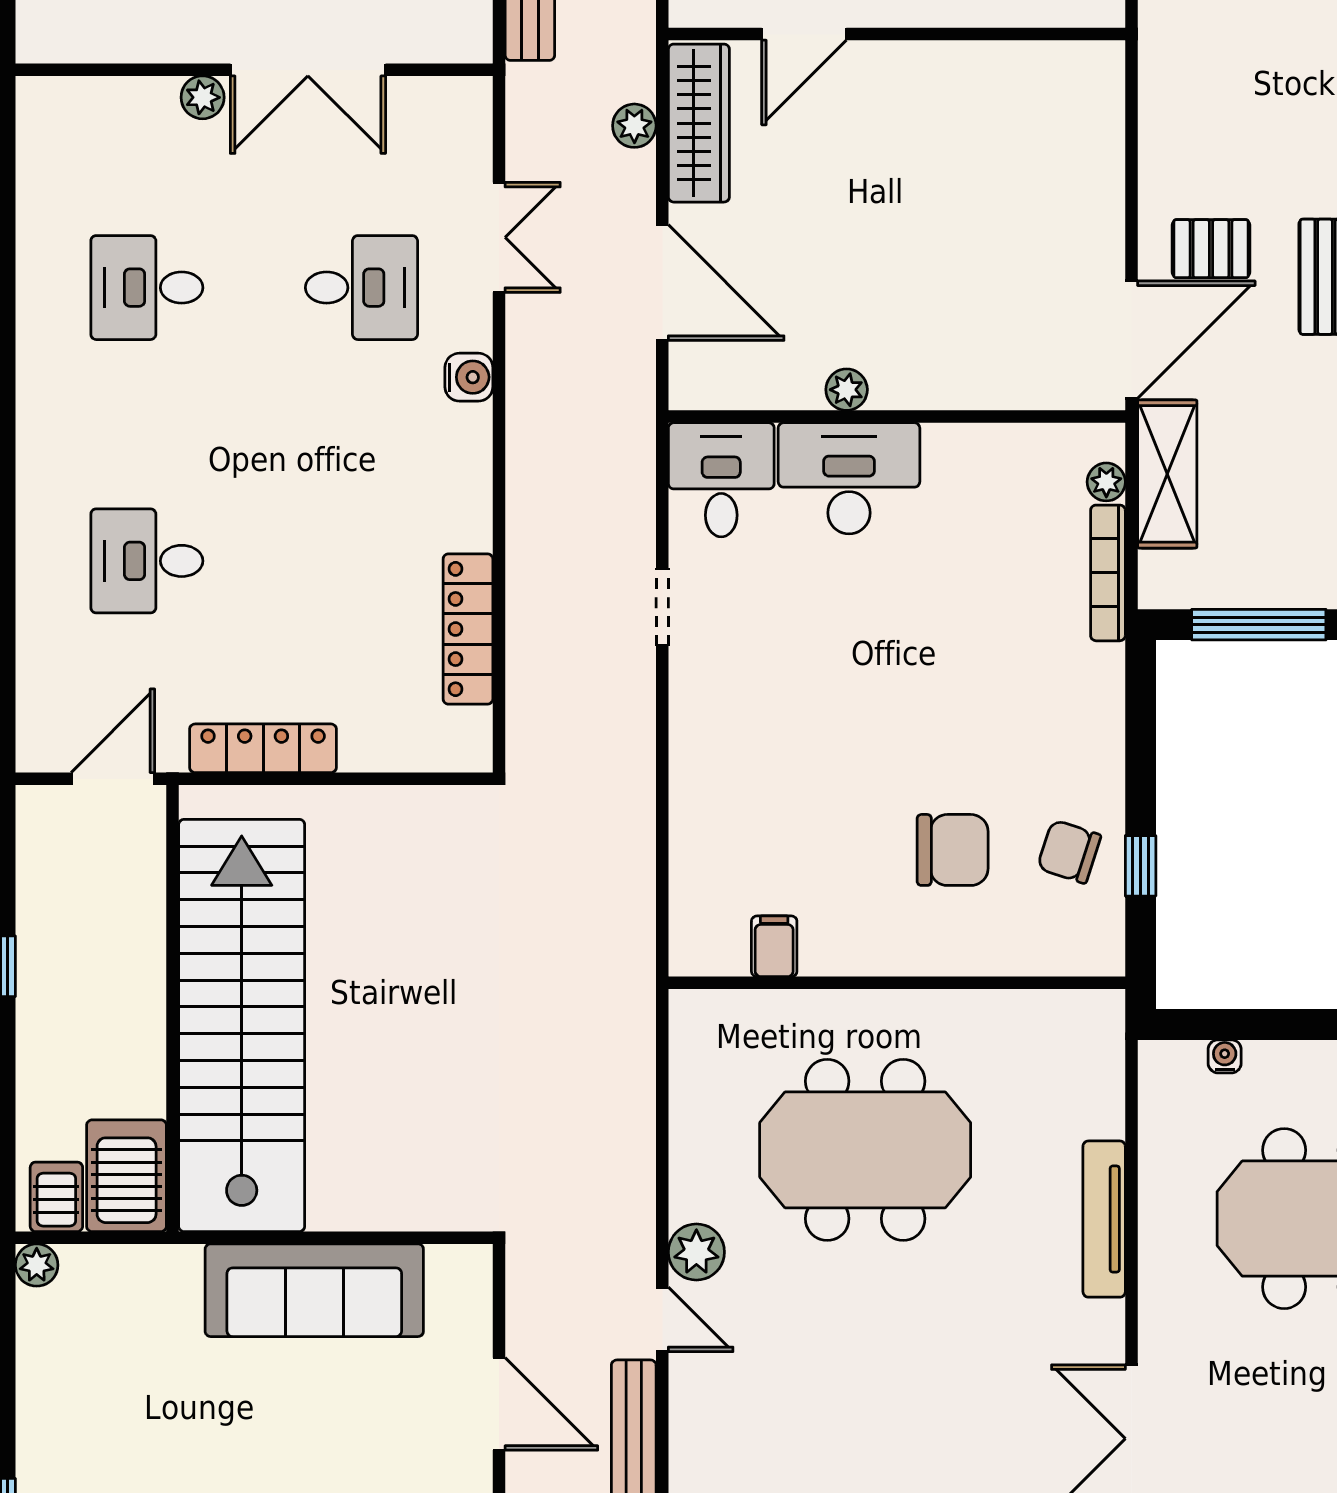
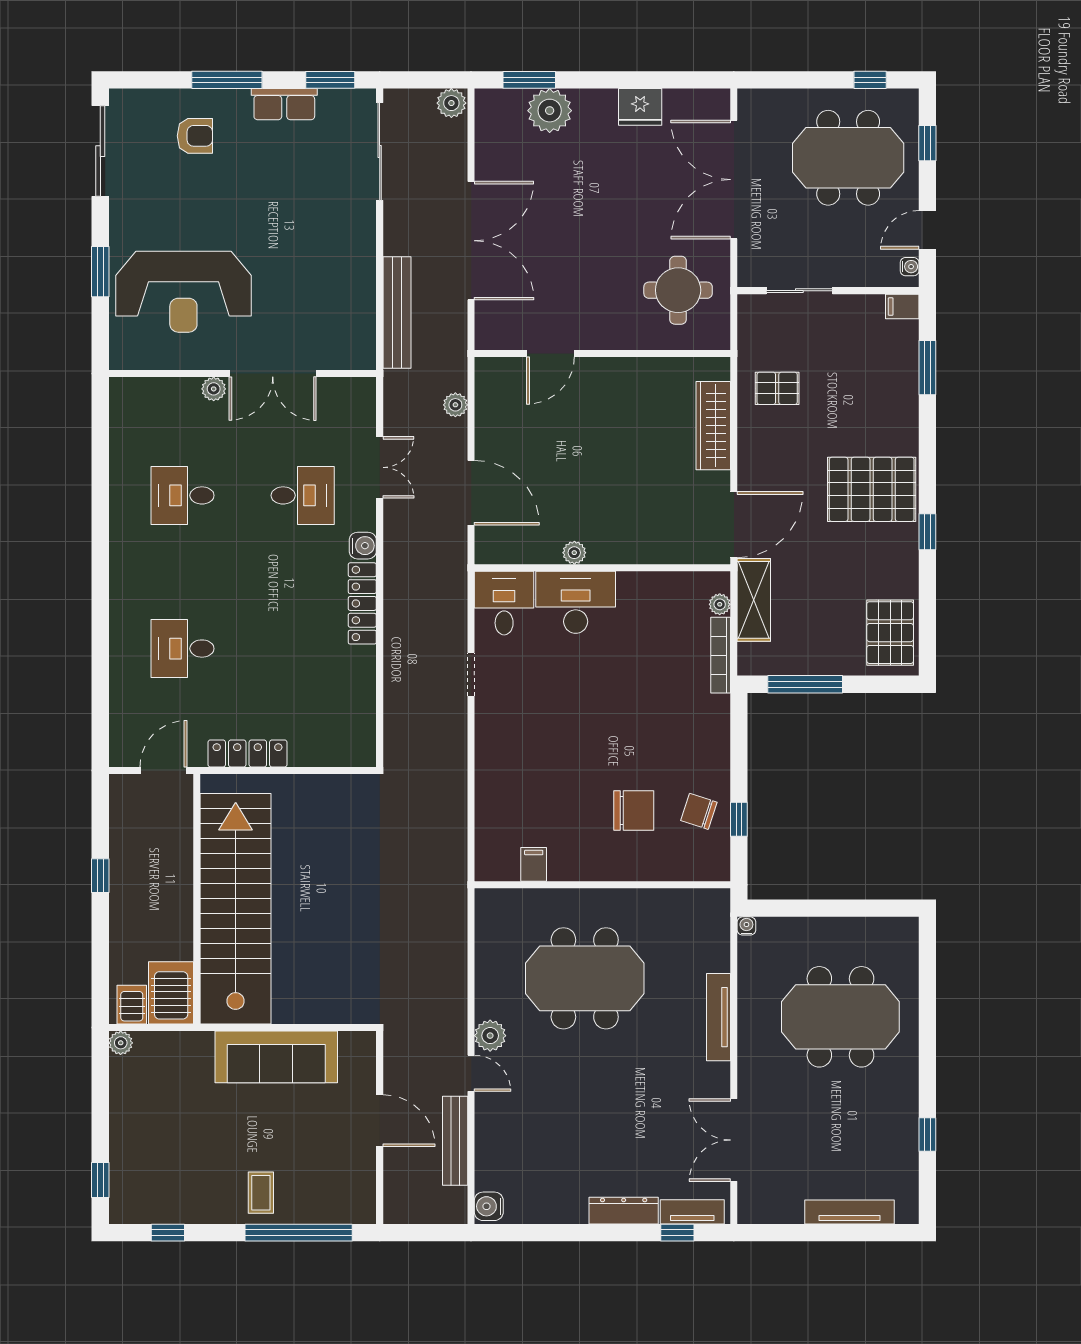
wardrobe: (699, 123) -> (713, 426), moved, turned 180
pallet: (1211, 249) -> (777, 388), moved
locker: (468, 629) -> (362, 603), moved
water cooler: (1225, 1056) -> (746, 926), moved

